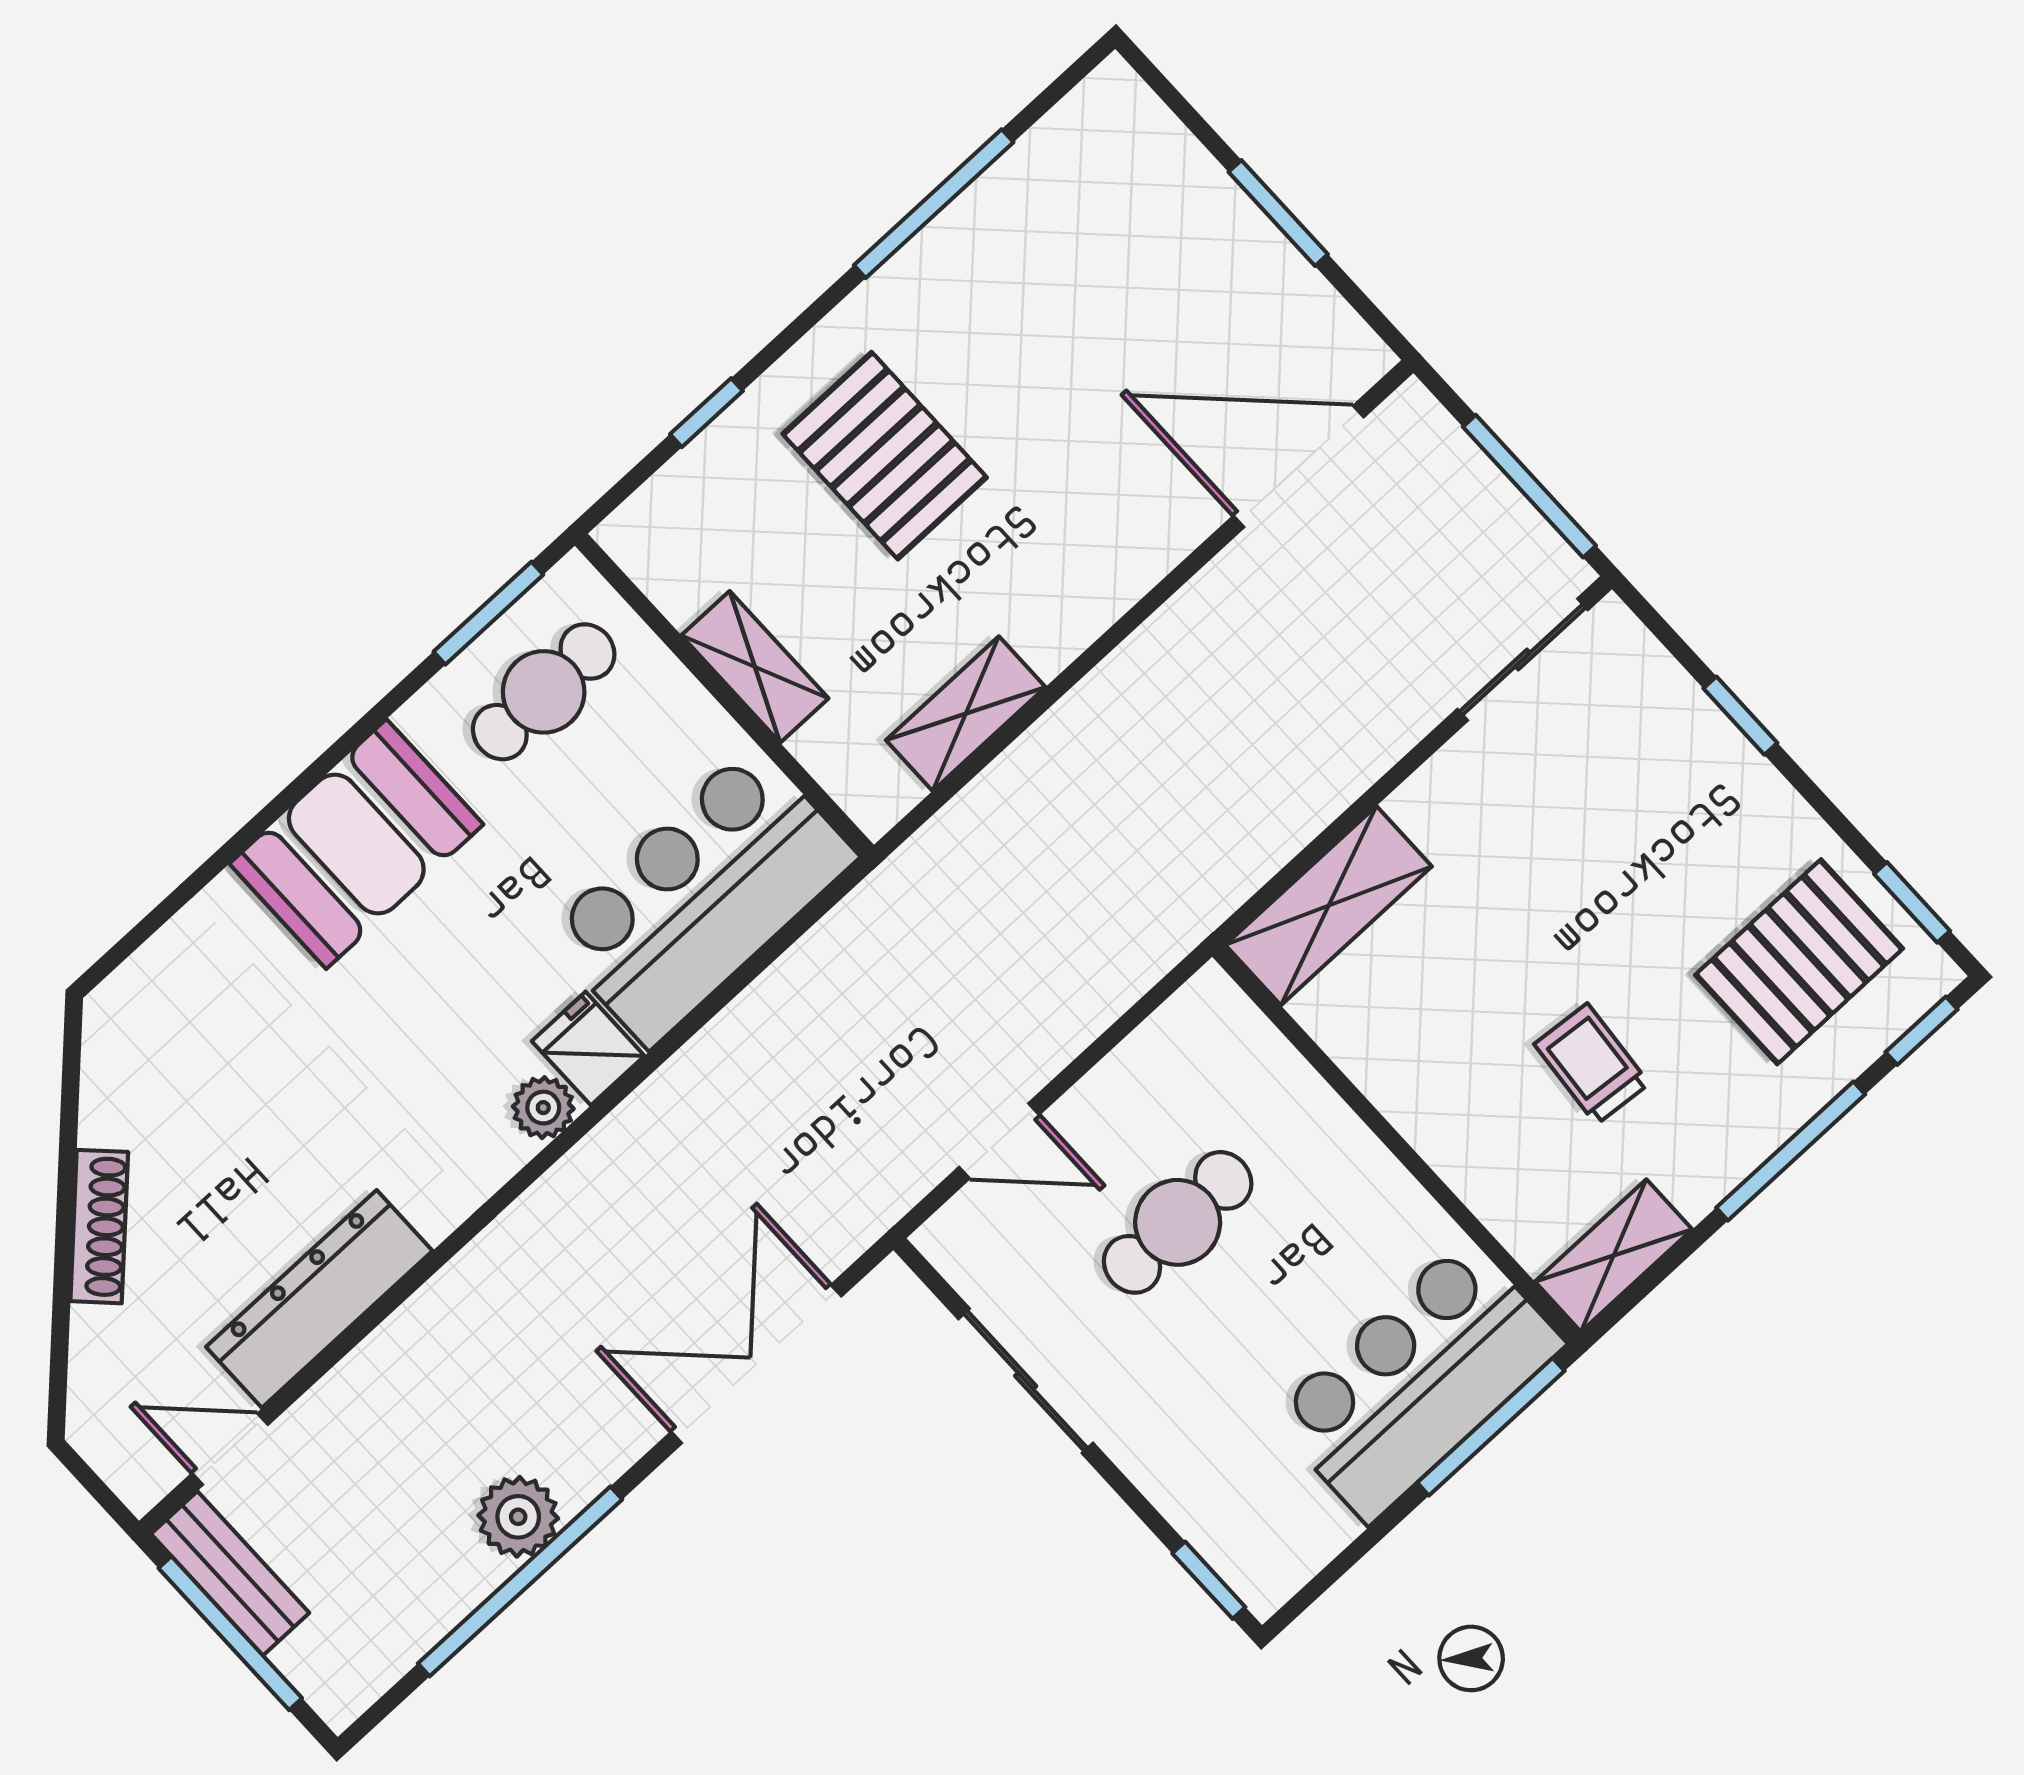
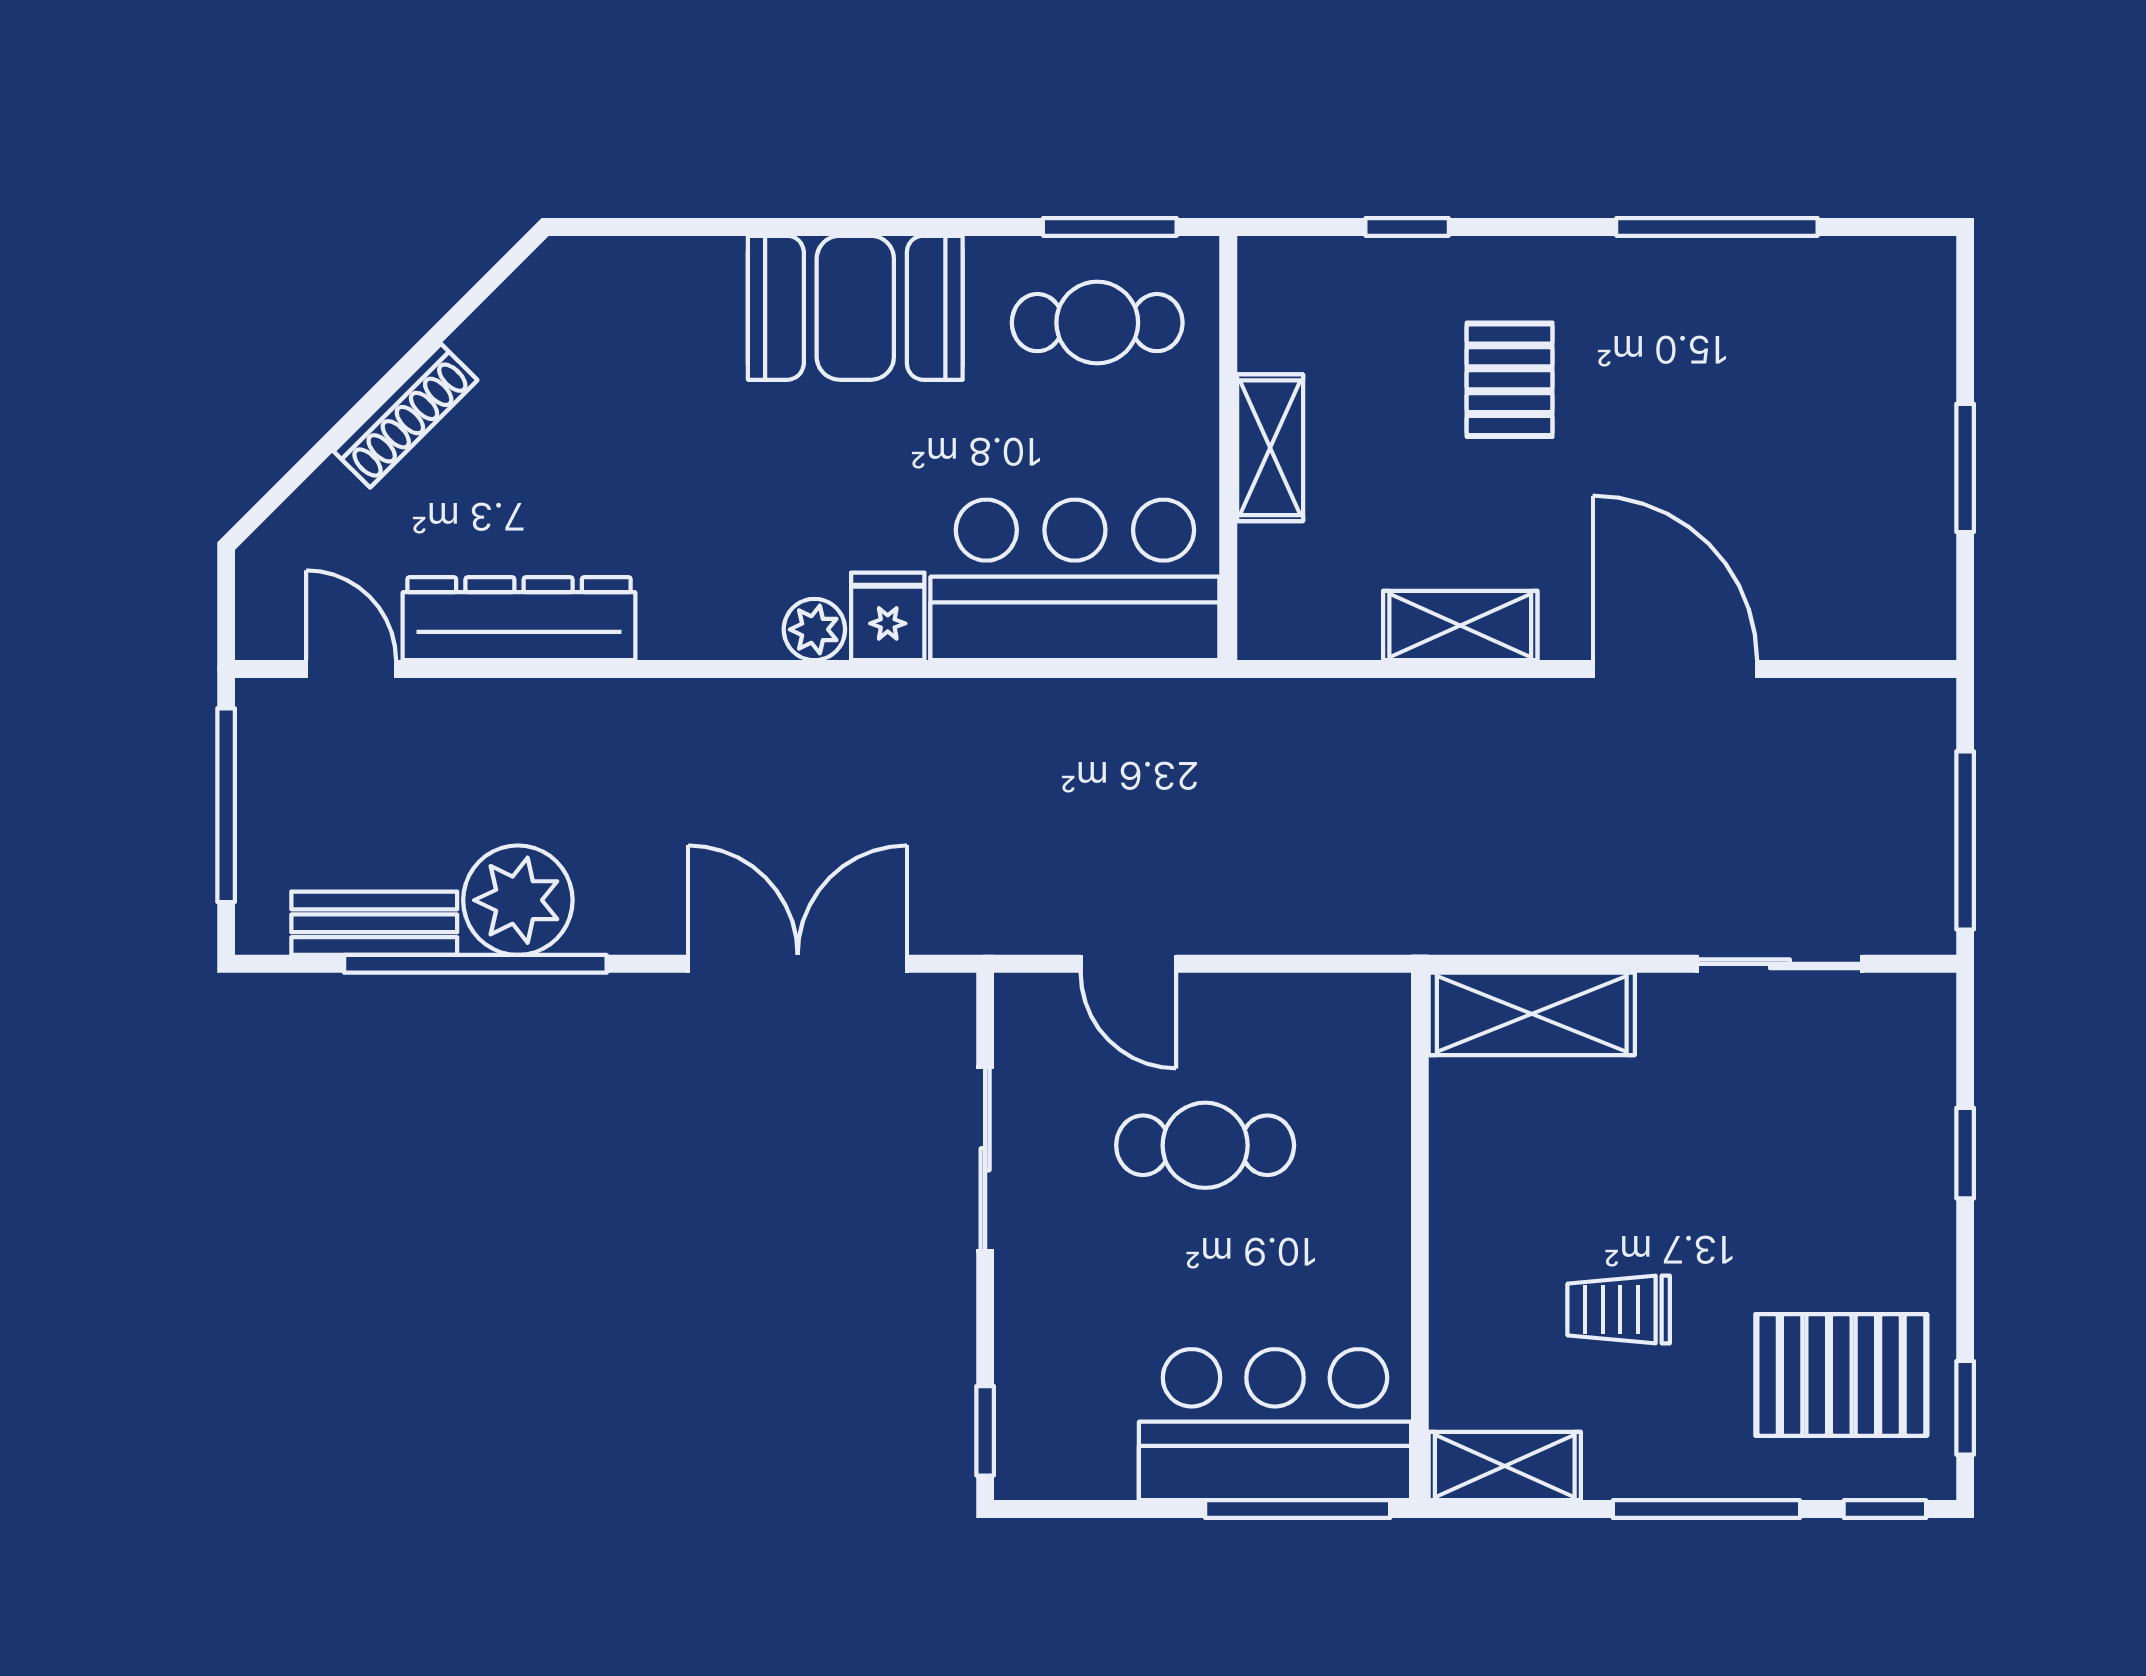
pallet: (885, 456) -> (1510, 380), width x0.67, depth x0.71
door: (1299, 467) -> (1675, 669), moved
sliding door: (1523, 659) -> (1780, 964), moved
shelving: (966, 714) -> (1460, 626), moved
trolley: (1592, 1064) -> (1619, 1310), turned -95
plant: (518, 1517) -> (518, 900), width x1.36, depth x1.36
bench: (230, 1573) -> (374, 923), moved, turned 90

